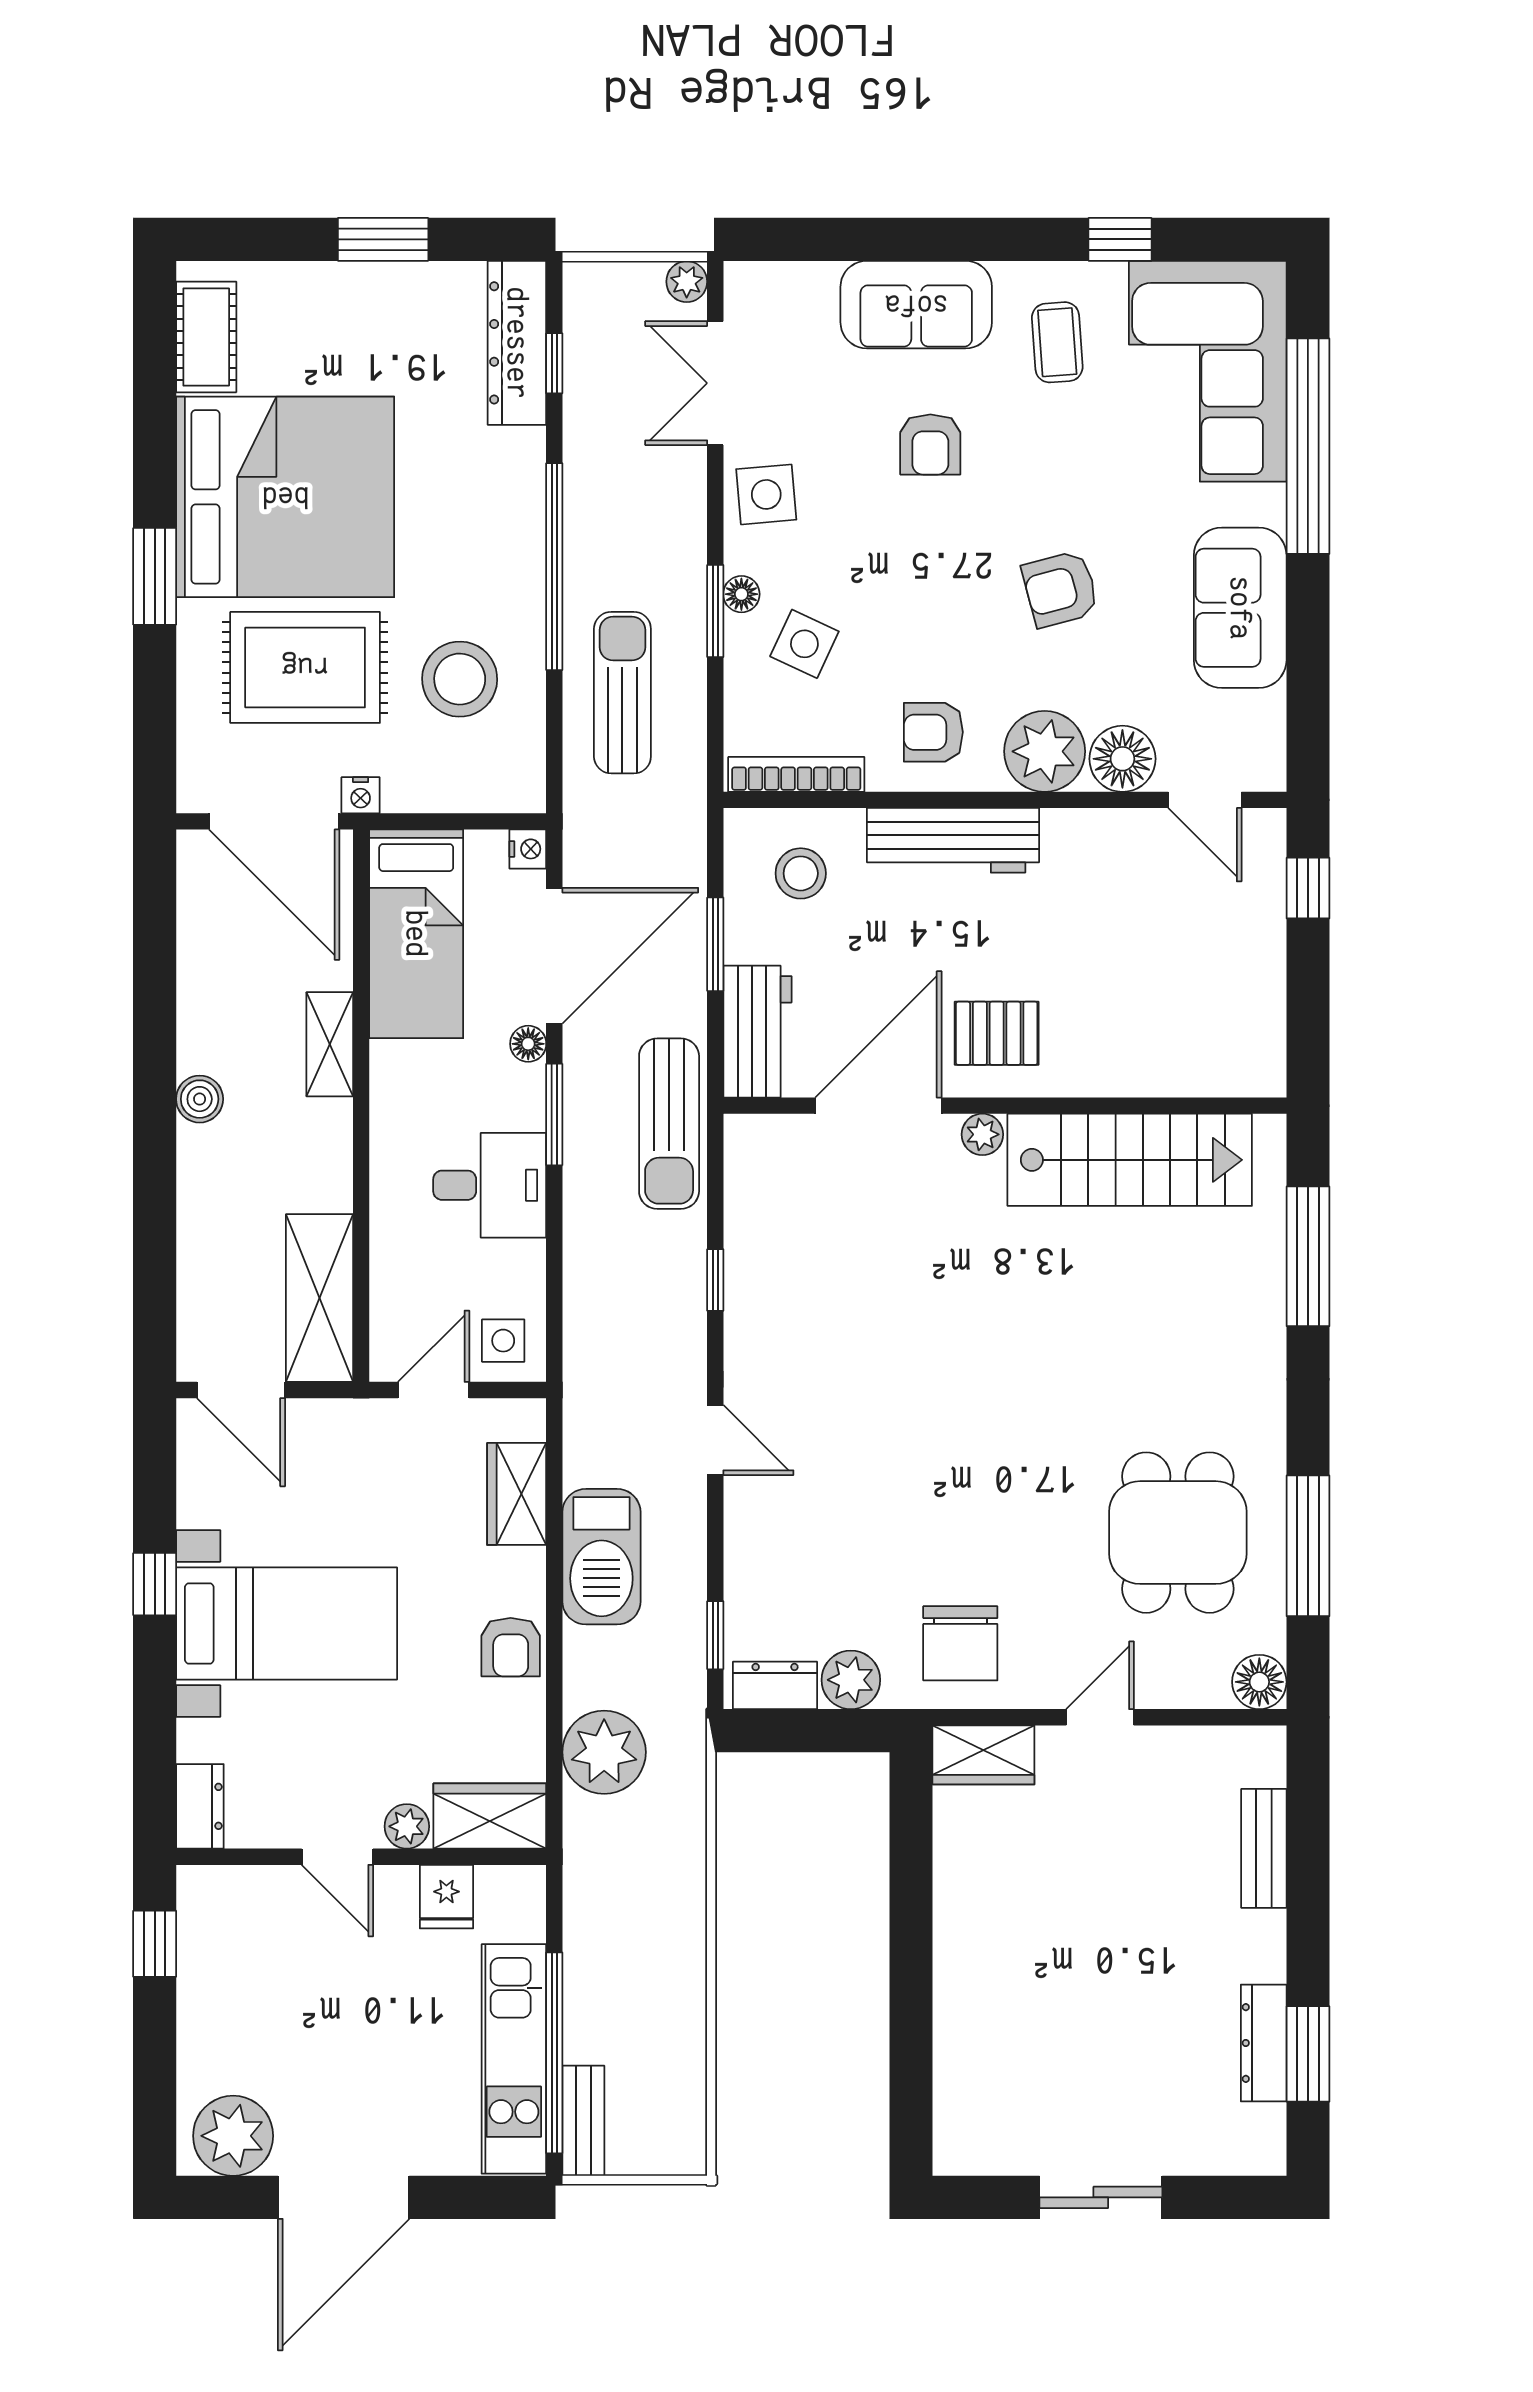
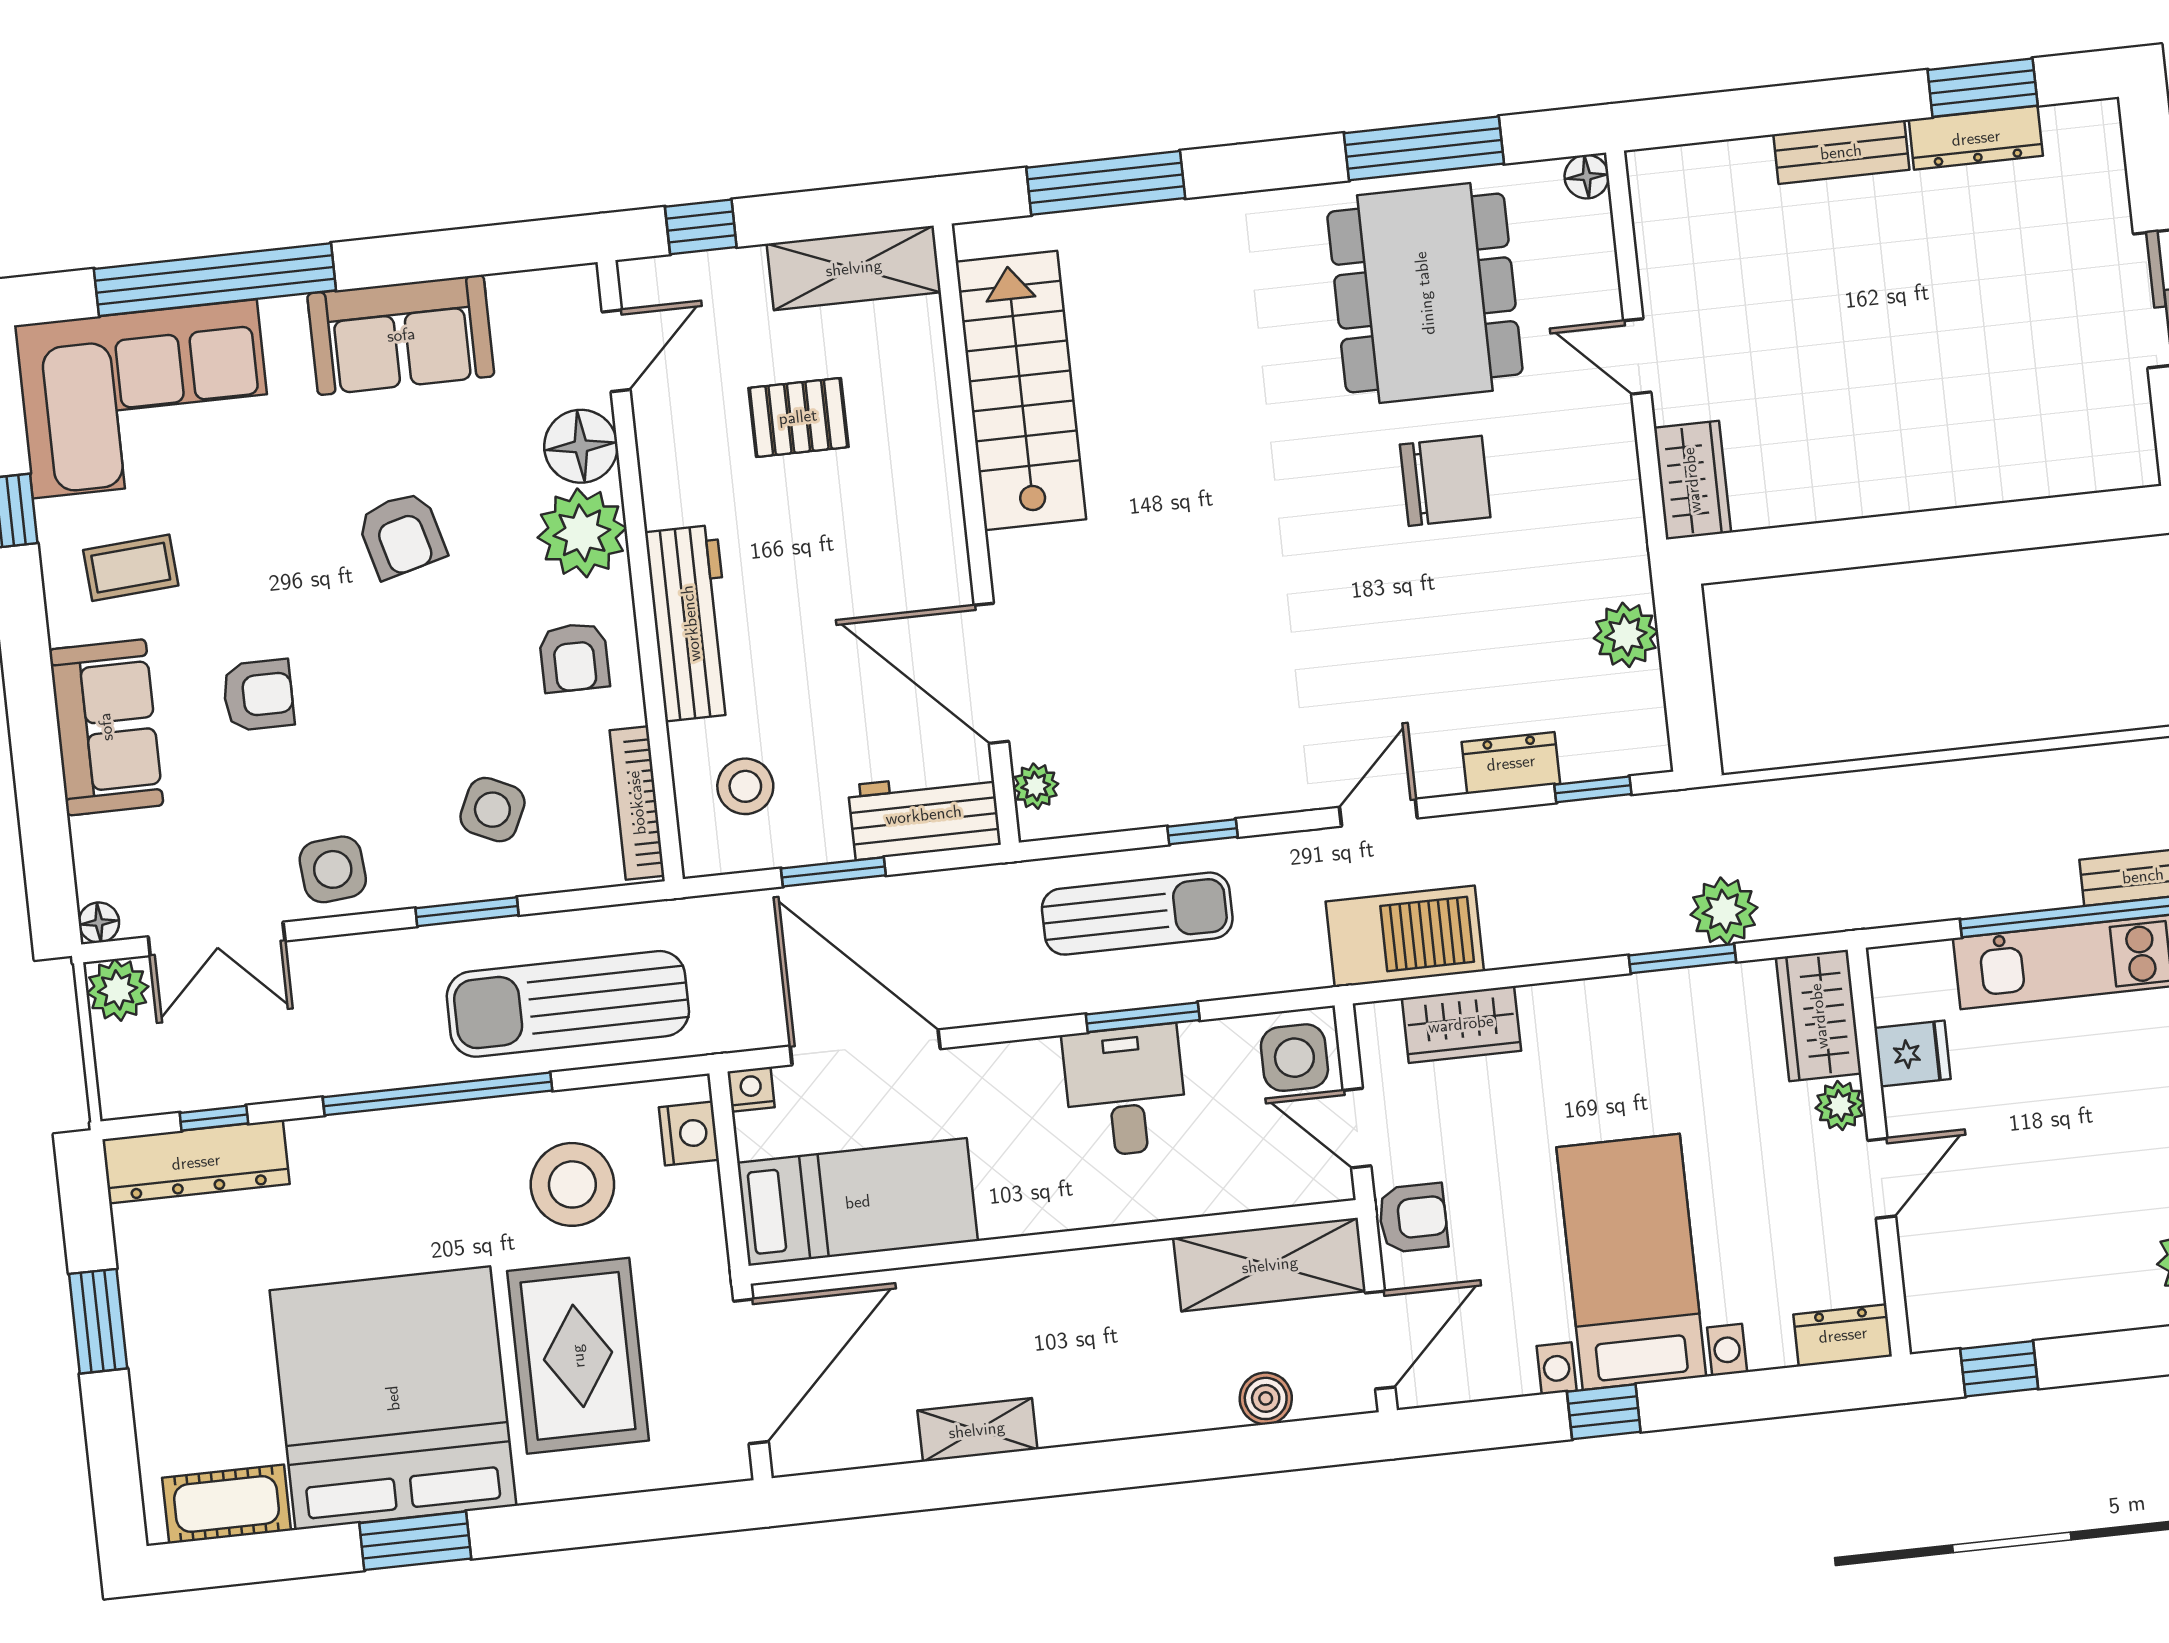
plant: (687, 282) -> (118, 990), width x1.38, depth x1.38
window: (155, 576) -> (415, 1541), moved
floor lamp: (741, 594) -> (99, 922), moved
sun lounger: (622, 693) -> (568, 1004), width x1.36, depth x1.34
nightstand: (361, 795) -> (689, 1133), moved, width x1.39, depth x1.35
shelving: (1256, 1022) -> (854, 268), added
pallet: (997, 1033) -> (798, 417), moved, turned 90
shelving: (330, 1044) -> (977, 1430), moved
floor lamp: (528, 1044) -> (965, 1066), removed
boiler: (200, 1099) -> (1266, 1398), moved
window: (554, 1114) -> (1143, 1017), moved
sun lounger: (669, 1124) -> (1137, 914), moved
plant: (982, 1134) -> (1036, 786), moved
side table: (503, 1341) -> (1294, 1058), width x1.37, depth x1.37
dining table: (1178, 1533) -> (1425, 293), width x1.38
barbecue: (601, 1557) -> (1405, 936), moved
chair: (960, 1643) -> (1445, 481), moved
armchair: (511, 1647) -> (1413, 1218), moved
floor lamp: (1259, 1682) -> (1587, 177), width x0.73, depth x0.73
dresser: (775, 1685) -> (1511, 763), moved, turned 90
window: (554, 1699) -> (1682, 959), added
plant: (604, 1752) -> (1724, 911), width x0.73, depth x0.73
bench: (1264, 1848) -> (1841, 152), moved

